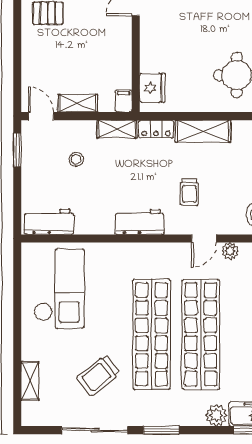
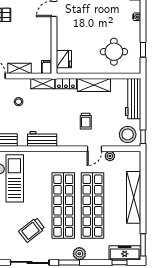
workbench: (140, 222) -> (42, 139), moved
plant: (216, 415) -> (79, 254), moved

